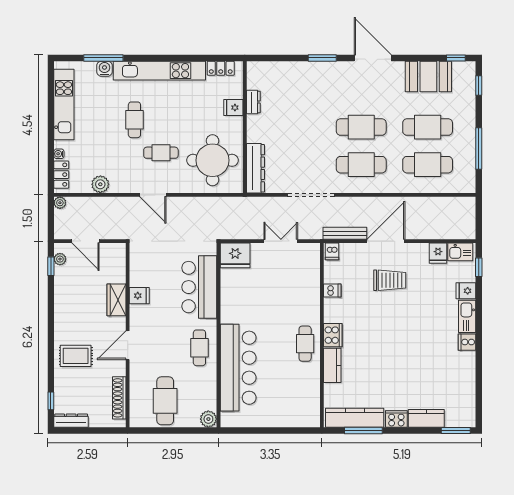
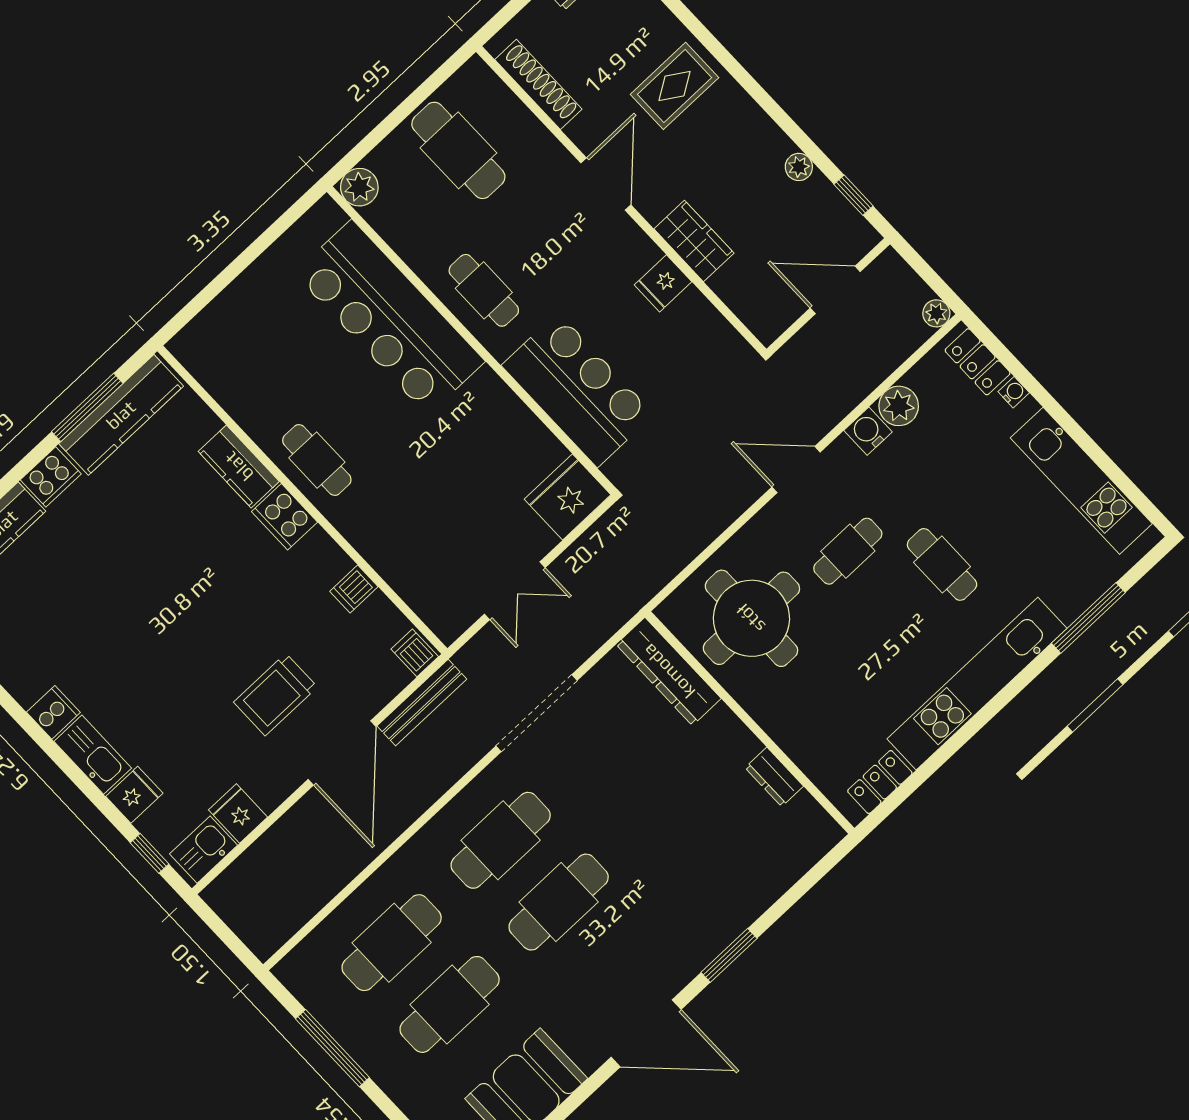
water cooler: (104, 69) -> (868, 431), moved, turned 180
fridge: (233, 108) -> (799, 737), removed
plant: (60, 259) -> (799, 167), moved

